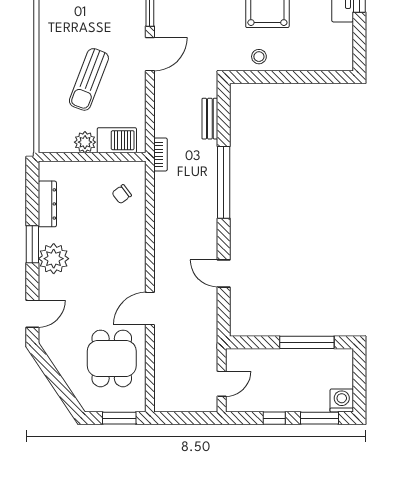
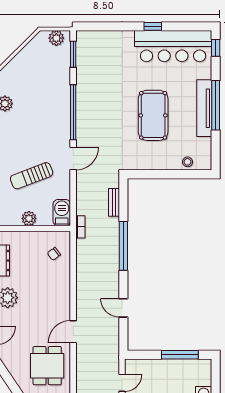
stool: (259, 57) -> (188, 162), moved
sun lounger: (89, 79) -> (32, 176), turned 48
barbecue: (117, 140) -> (62, 213), moved, turned -90

